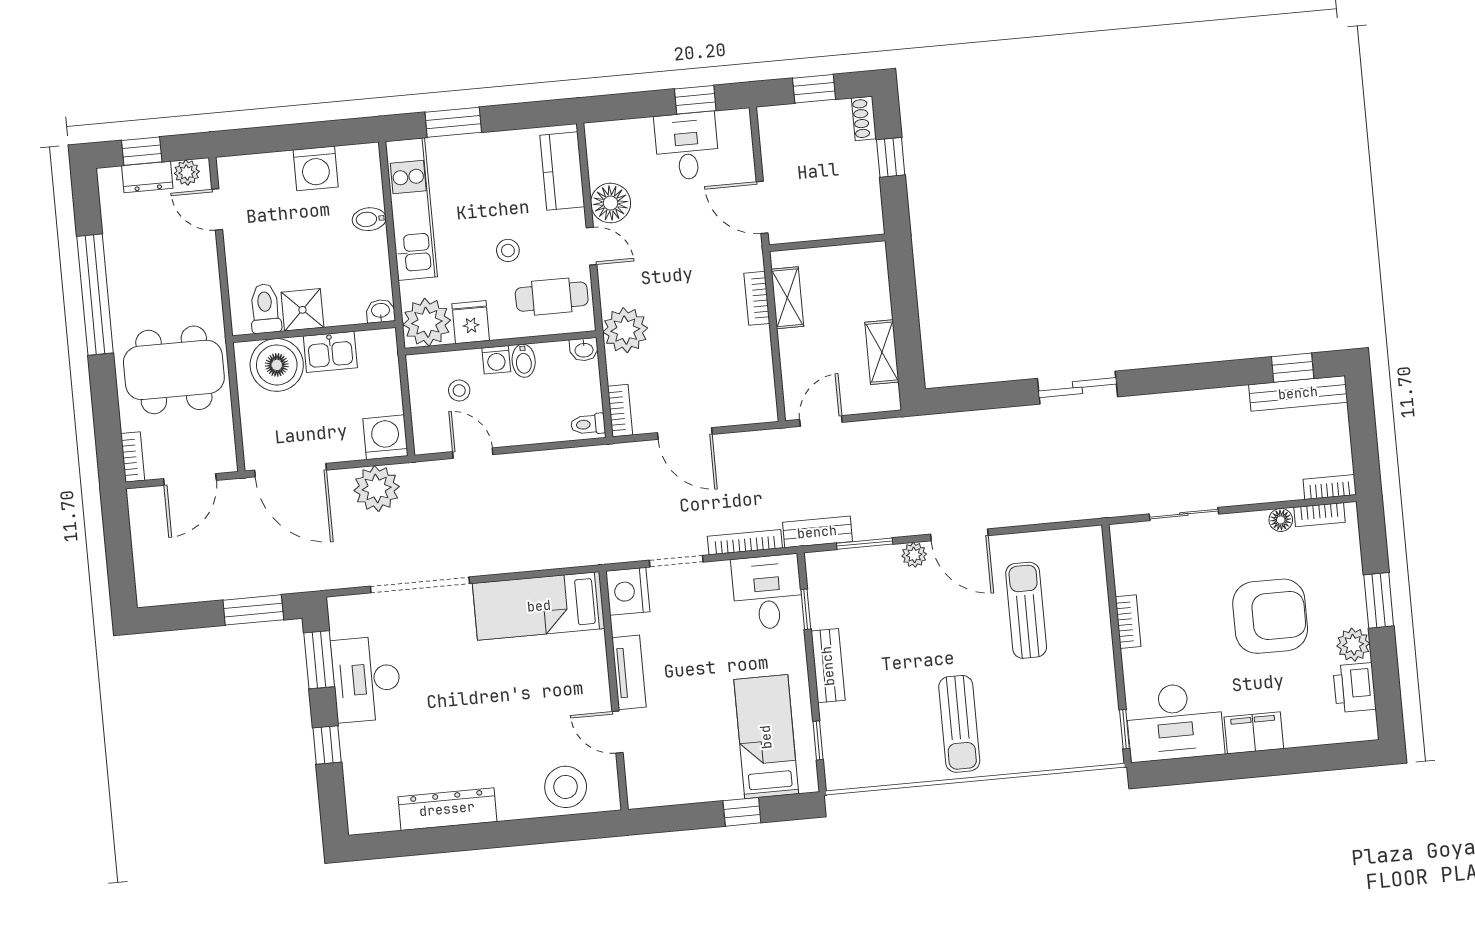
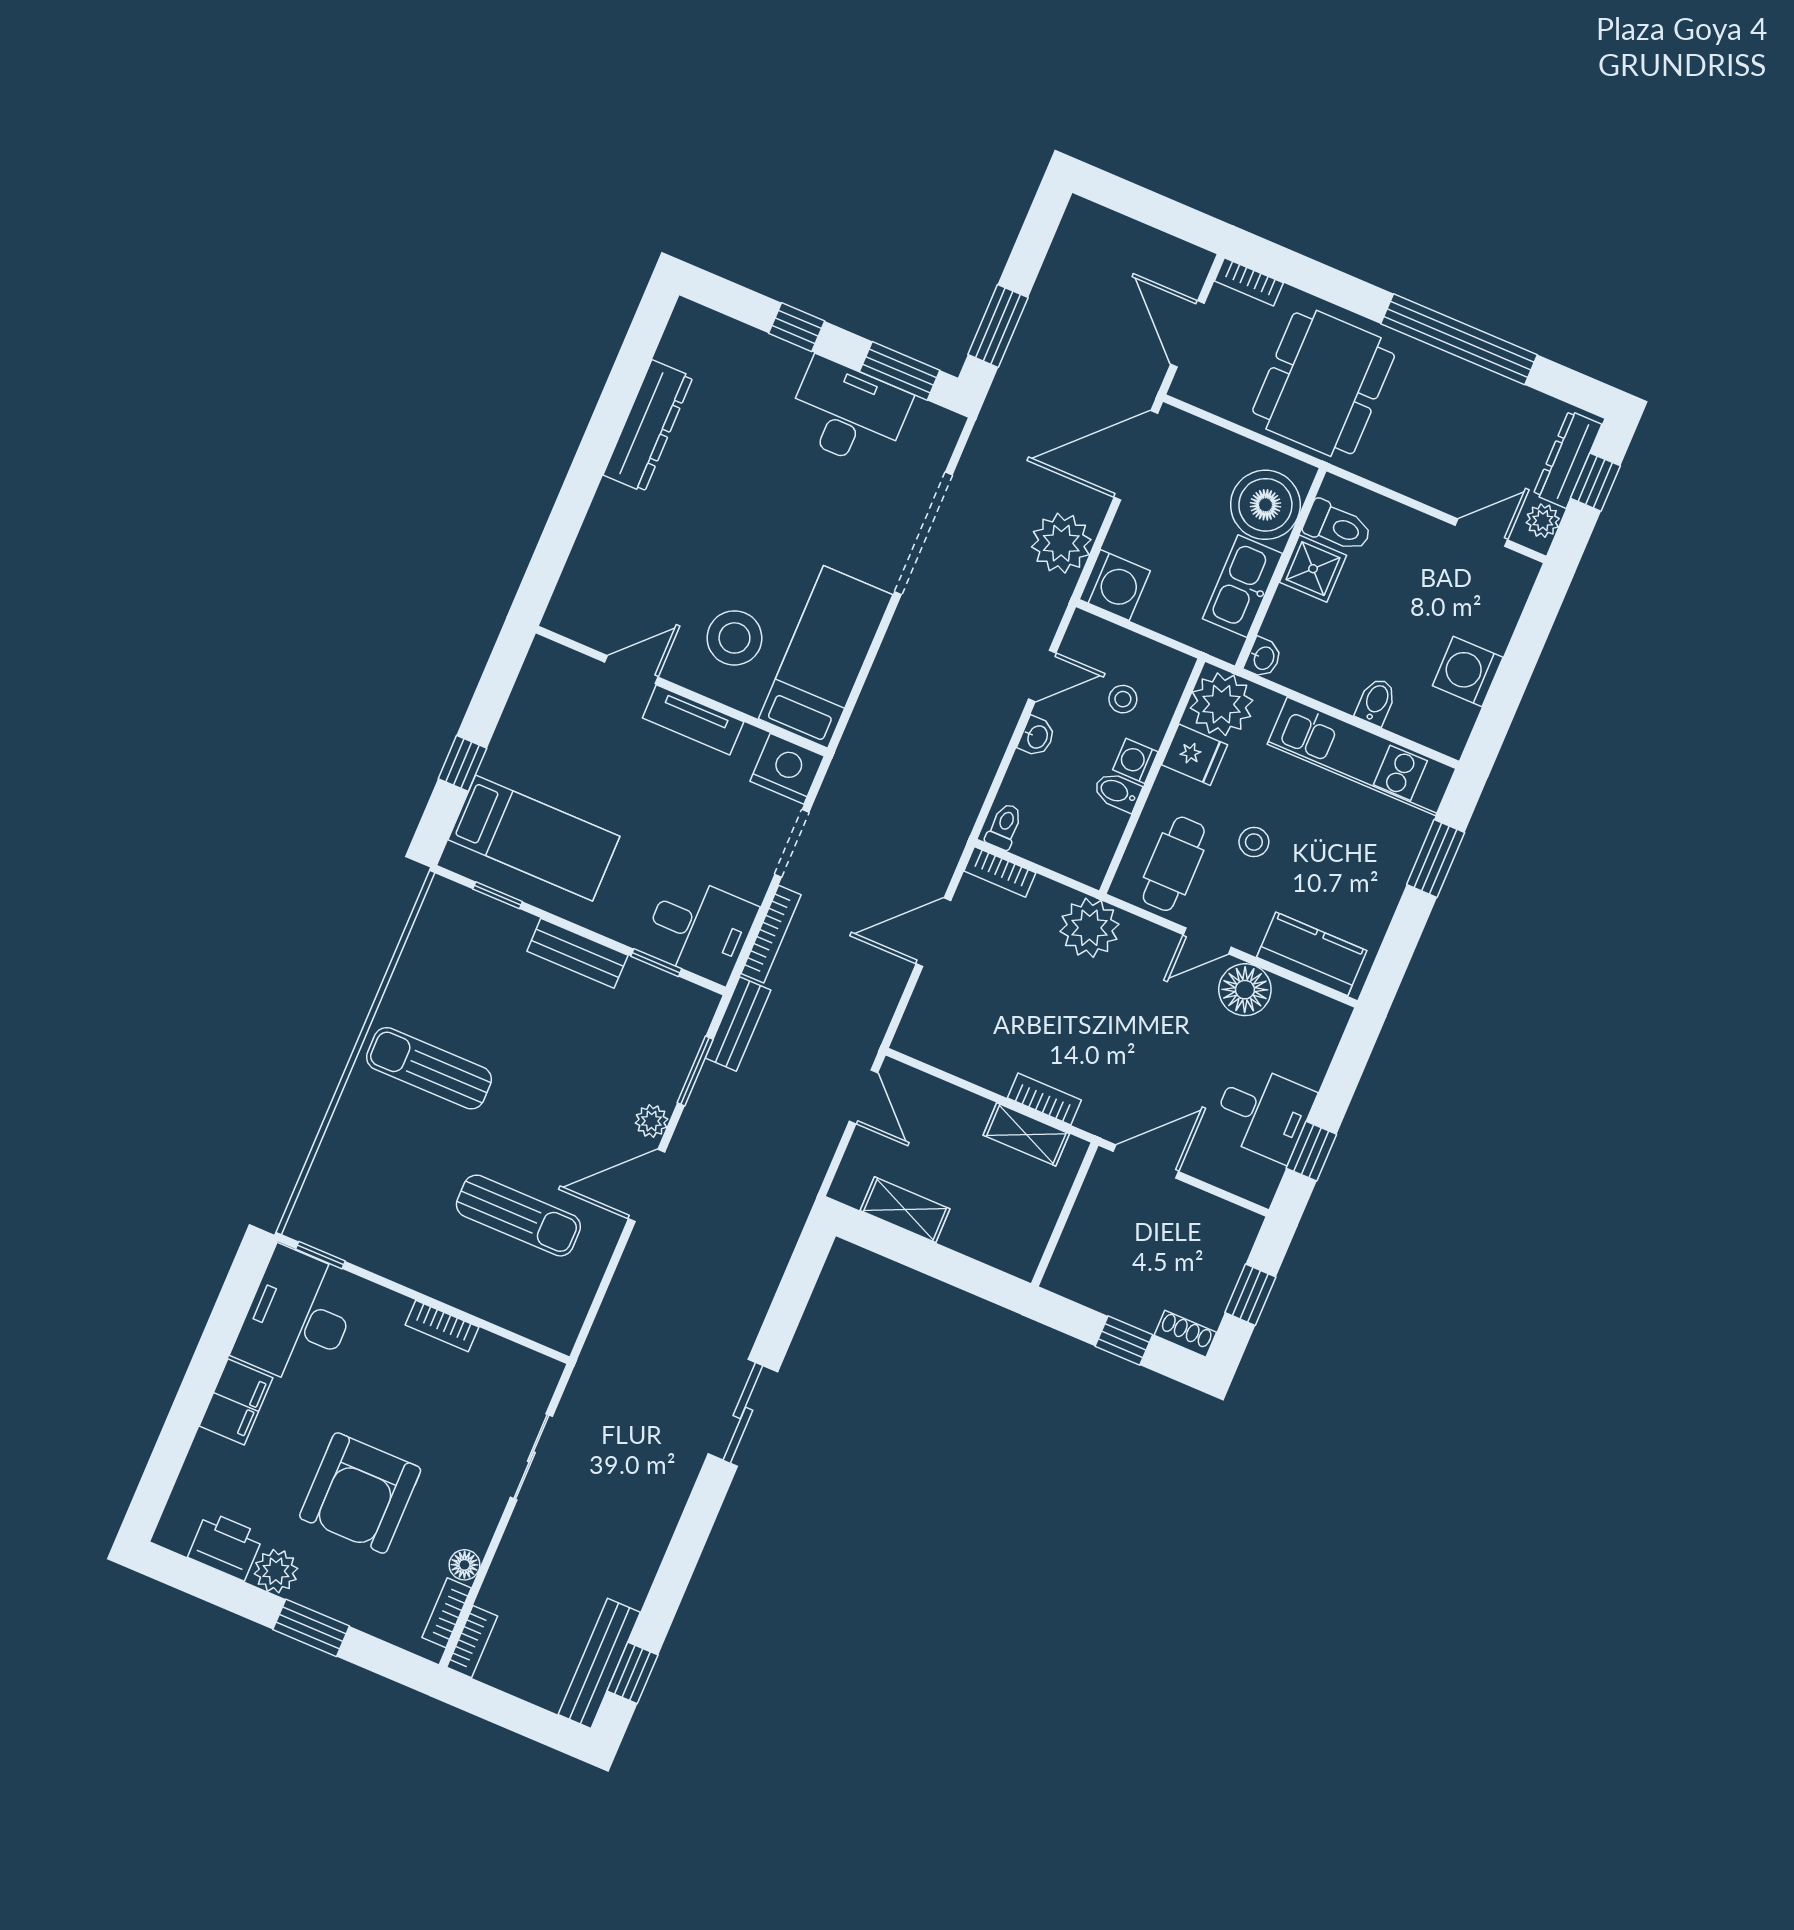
dresser: (147, 177) -> (1568, 459), width x1.44
washbasin: (584, 350) -> (1037, 737), moved, turned 180
kitchen sink: (330, 352) -> (1242, 586), width x1.38
stool: (566, 787) -> (734, 638), moved

